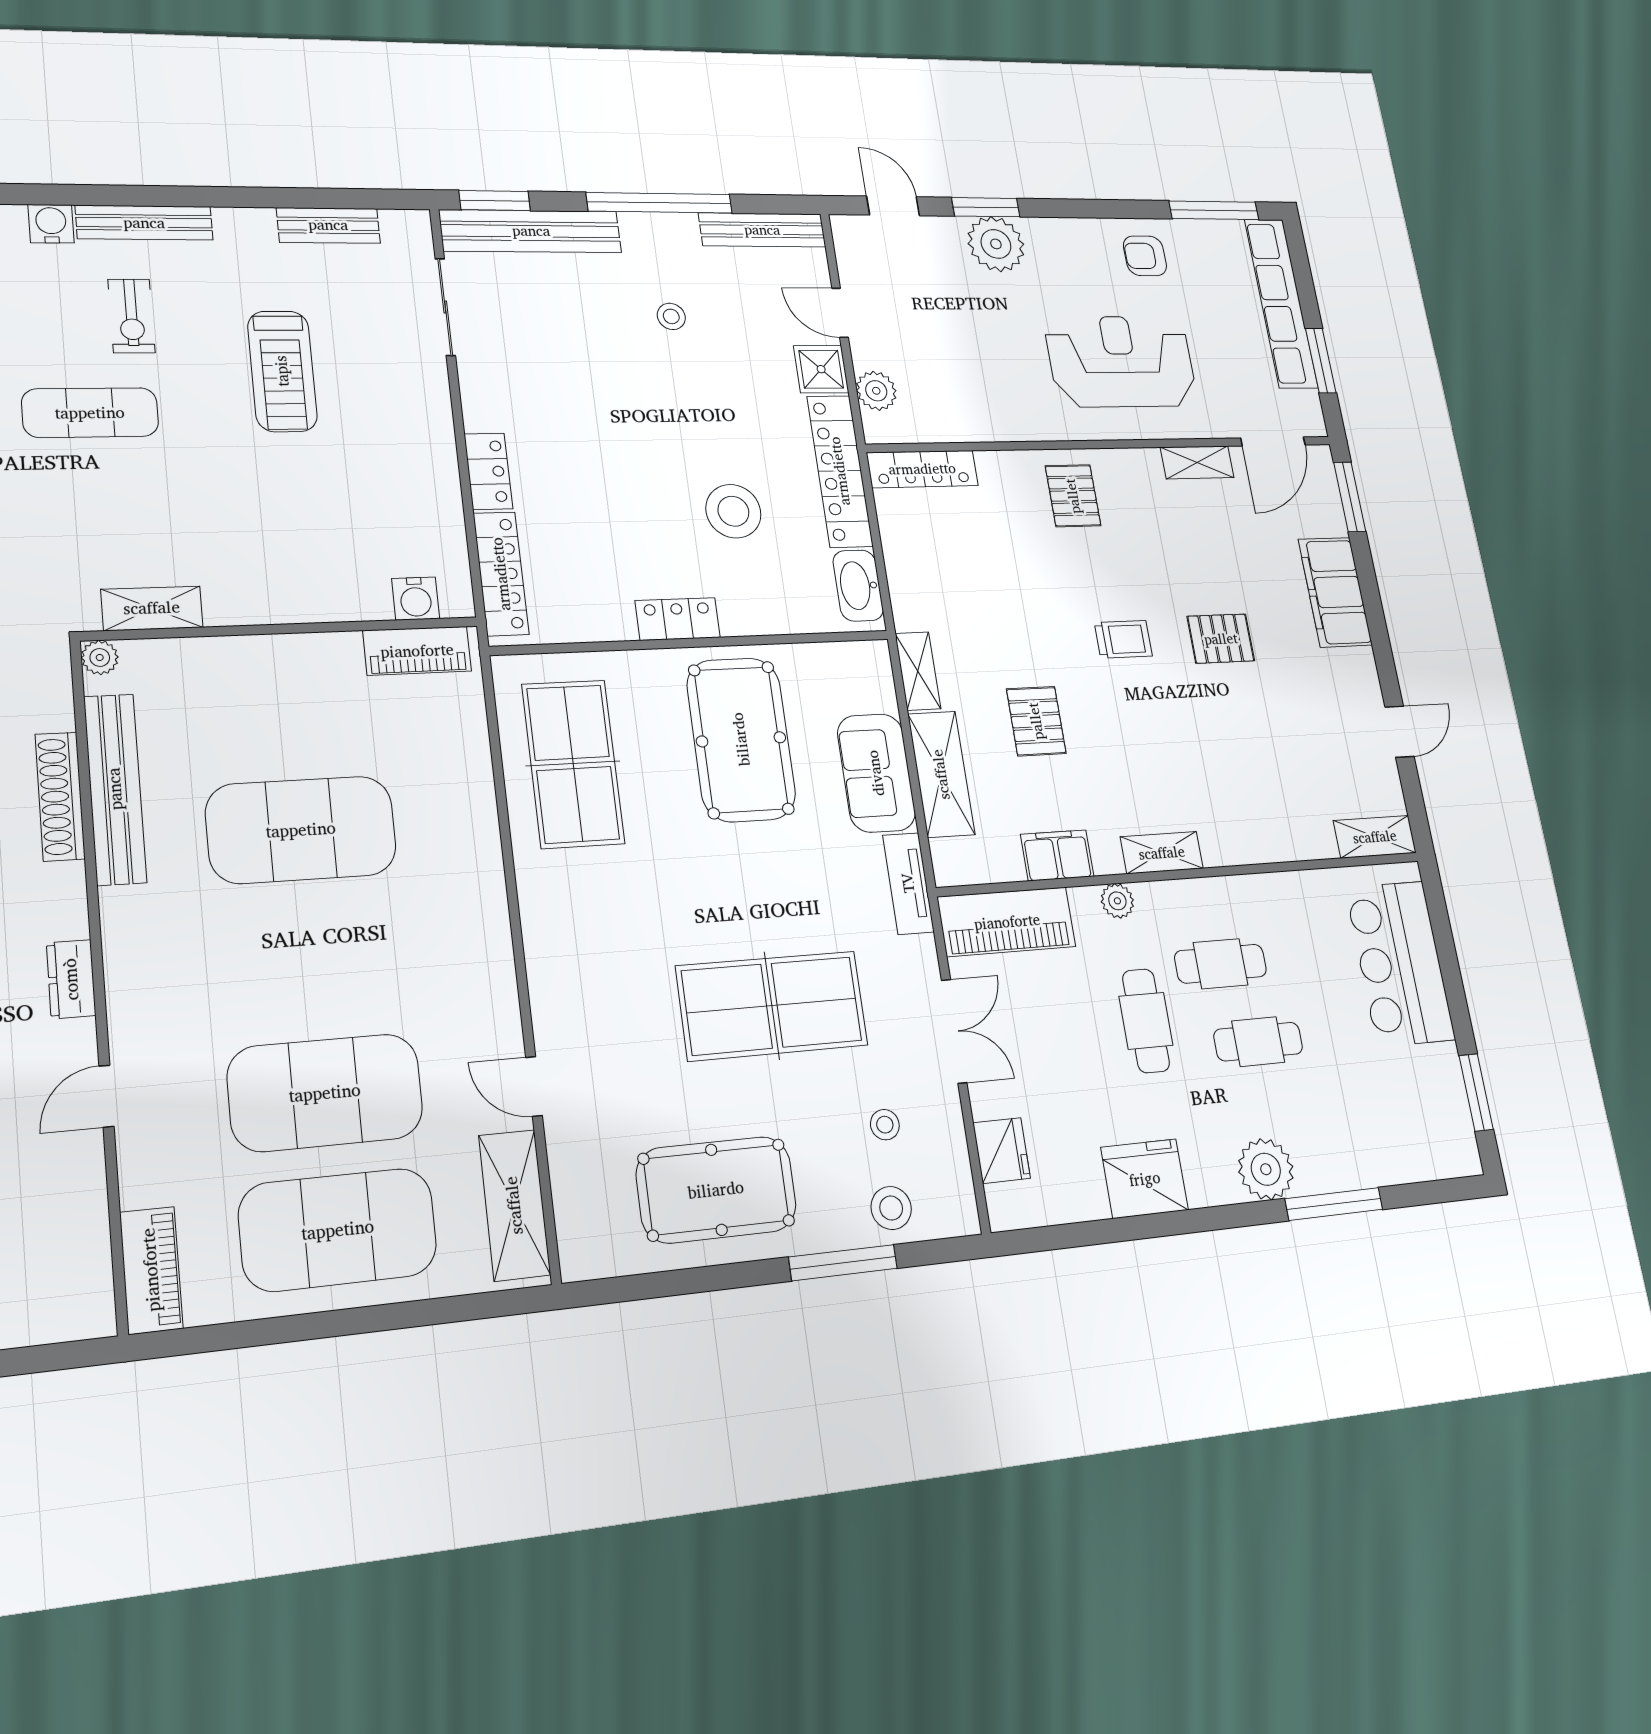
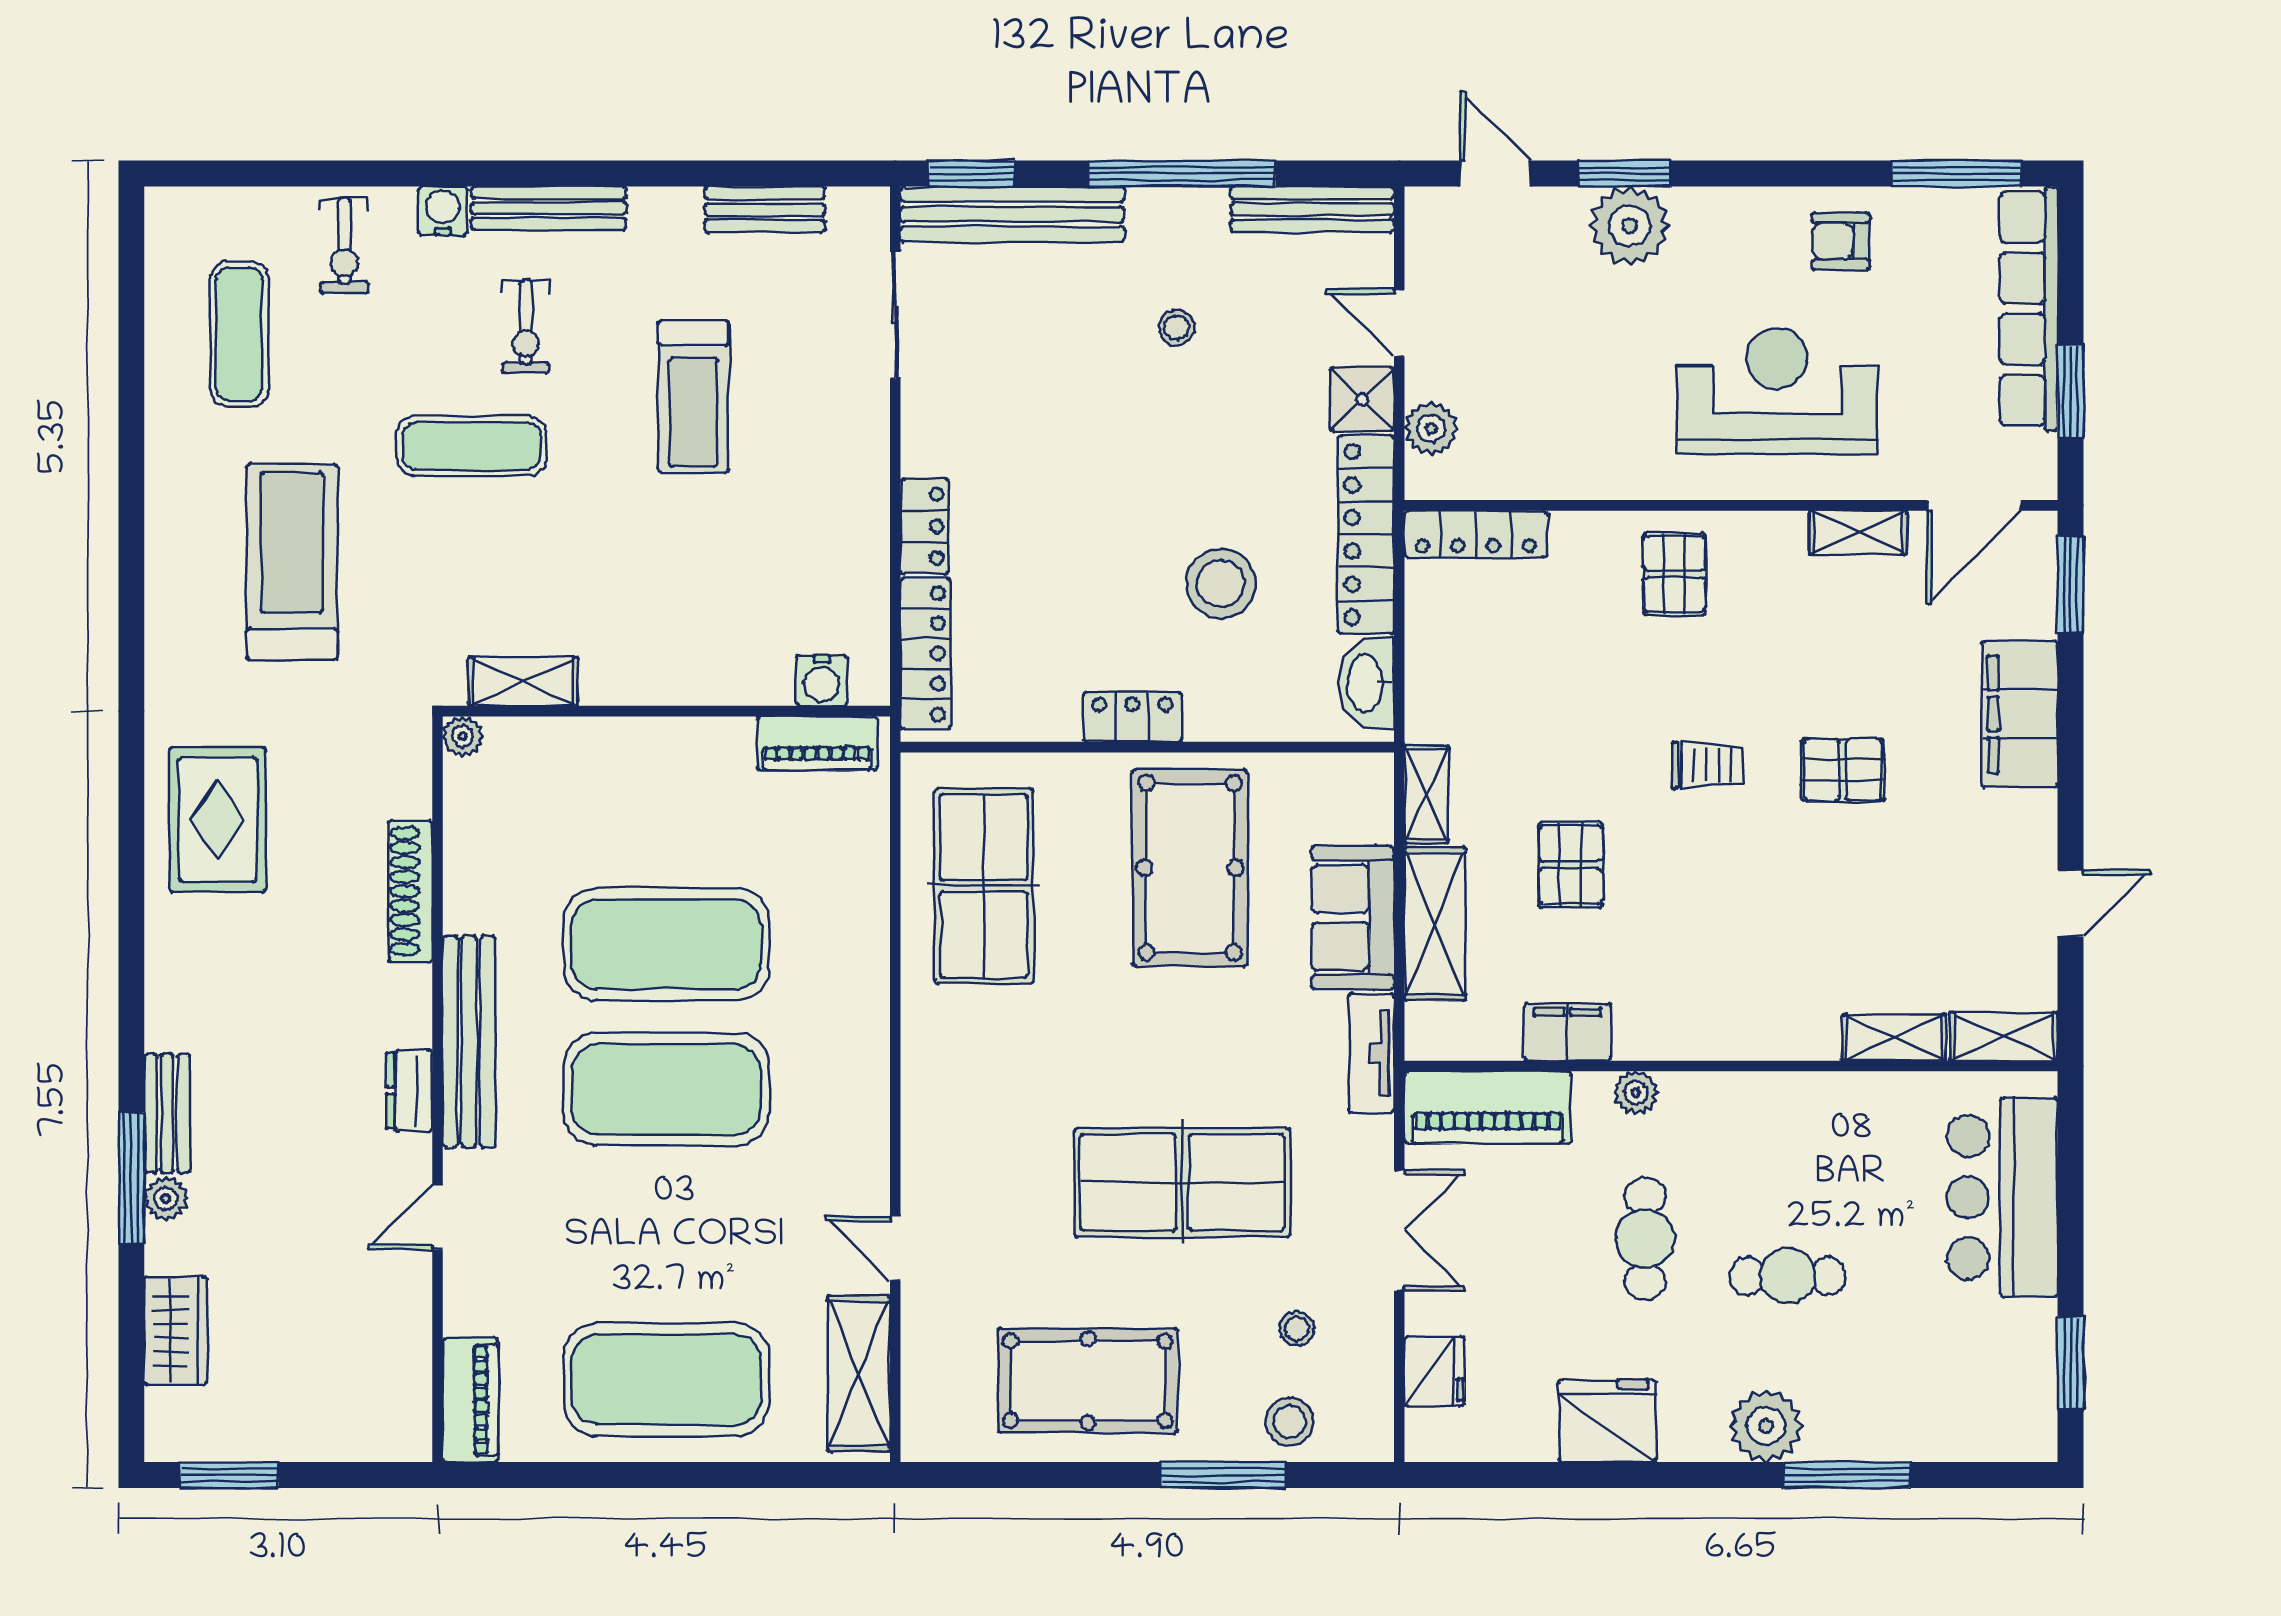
bench: (115, 789) -> (469, 1042), moved
shelving: (1162, 853) -> (1894, 1038), moved
cafe table: (1220, 964) -> (1757, 1179), removed
exercise mat: (325, 1093) -> (666, 1089), moved

